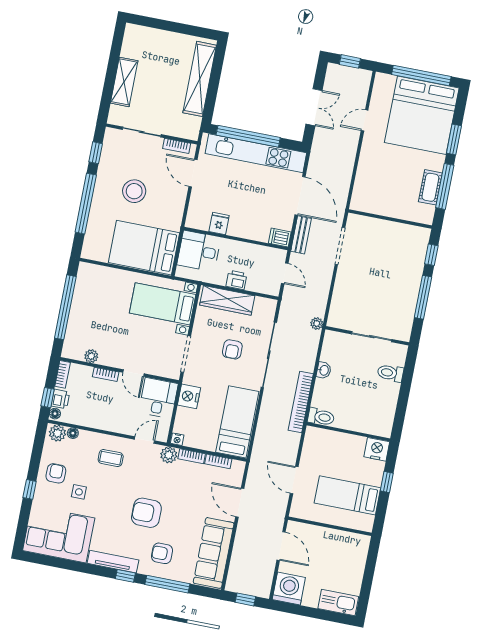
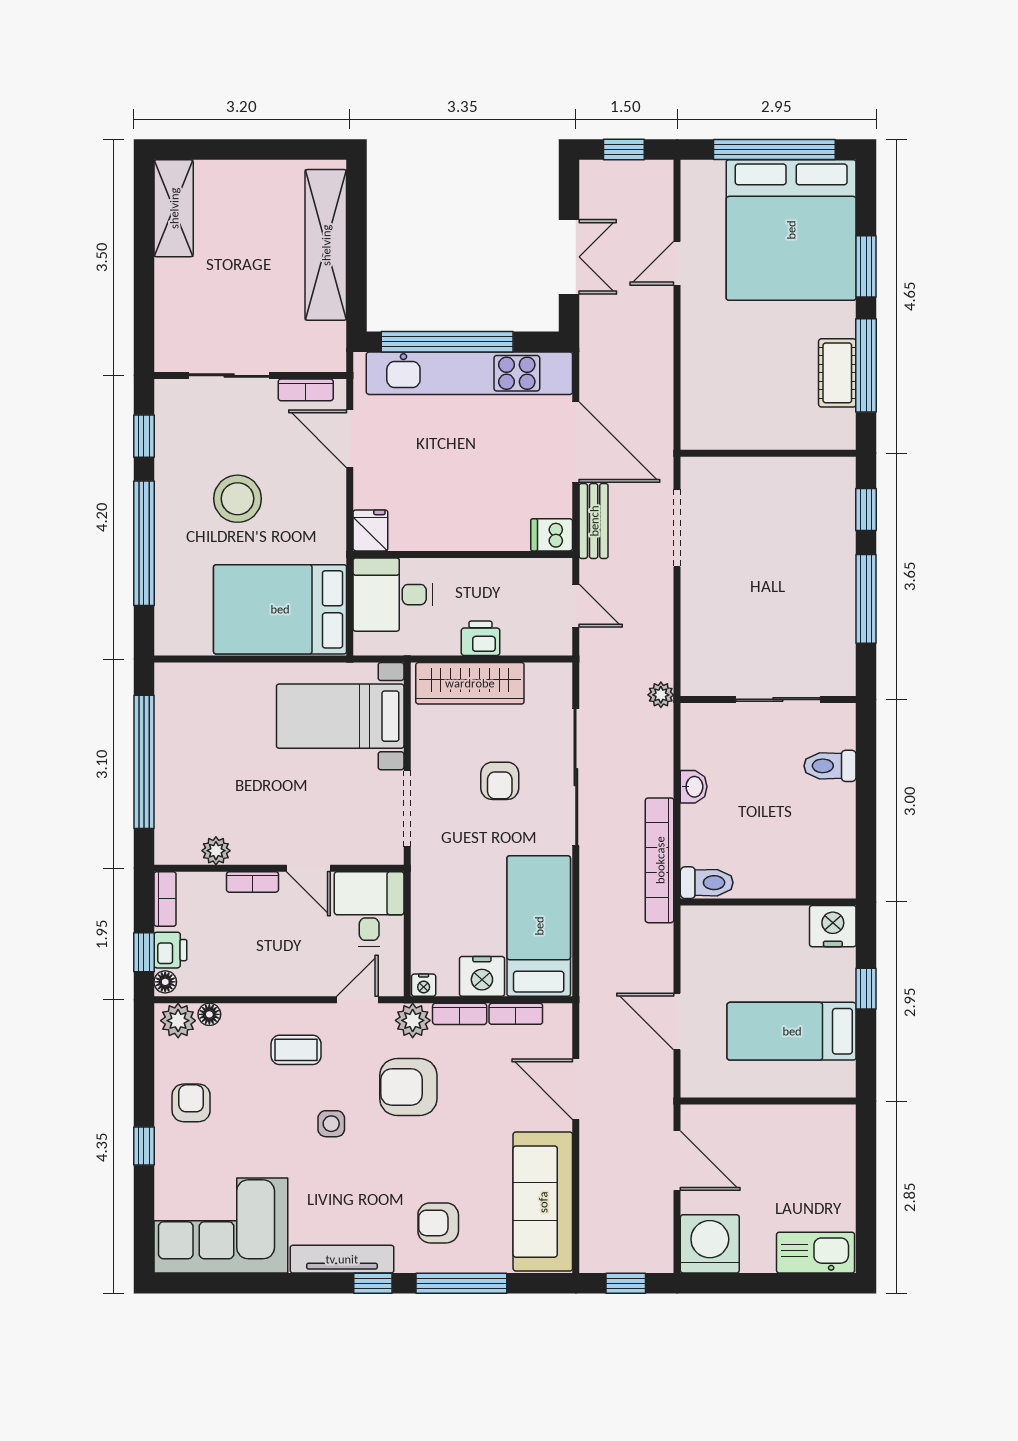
shelving: (124, 82) -> (174, 208), moved
fridge: (219, 223) -> (370, 530), moved
nightstand: (189, 396) -> (482, 976), moved, turned -90
side table: (79, 492) -> (331, 1124), moved
armchair: (146, 513) -> (408, 1087), moved

